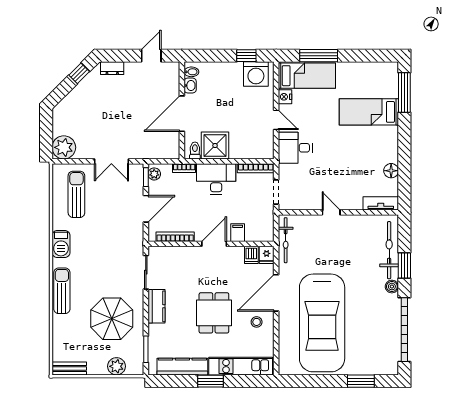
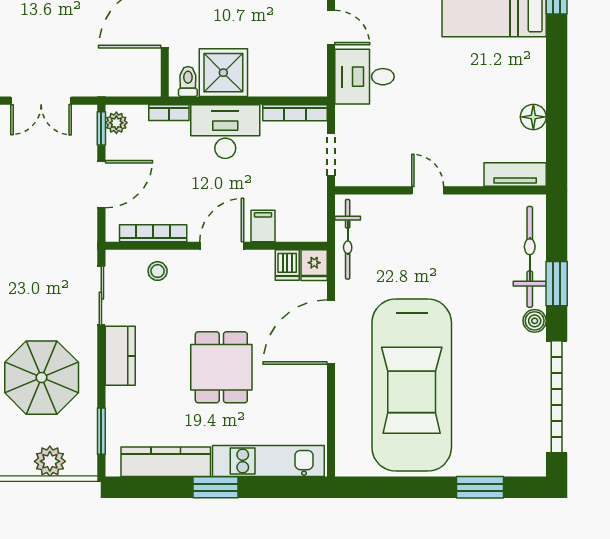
stool: (257, 322) -> (158, 271), moved

